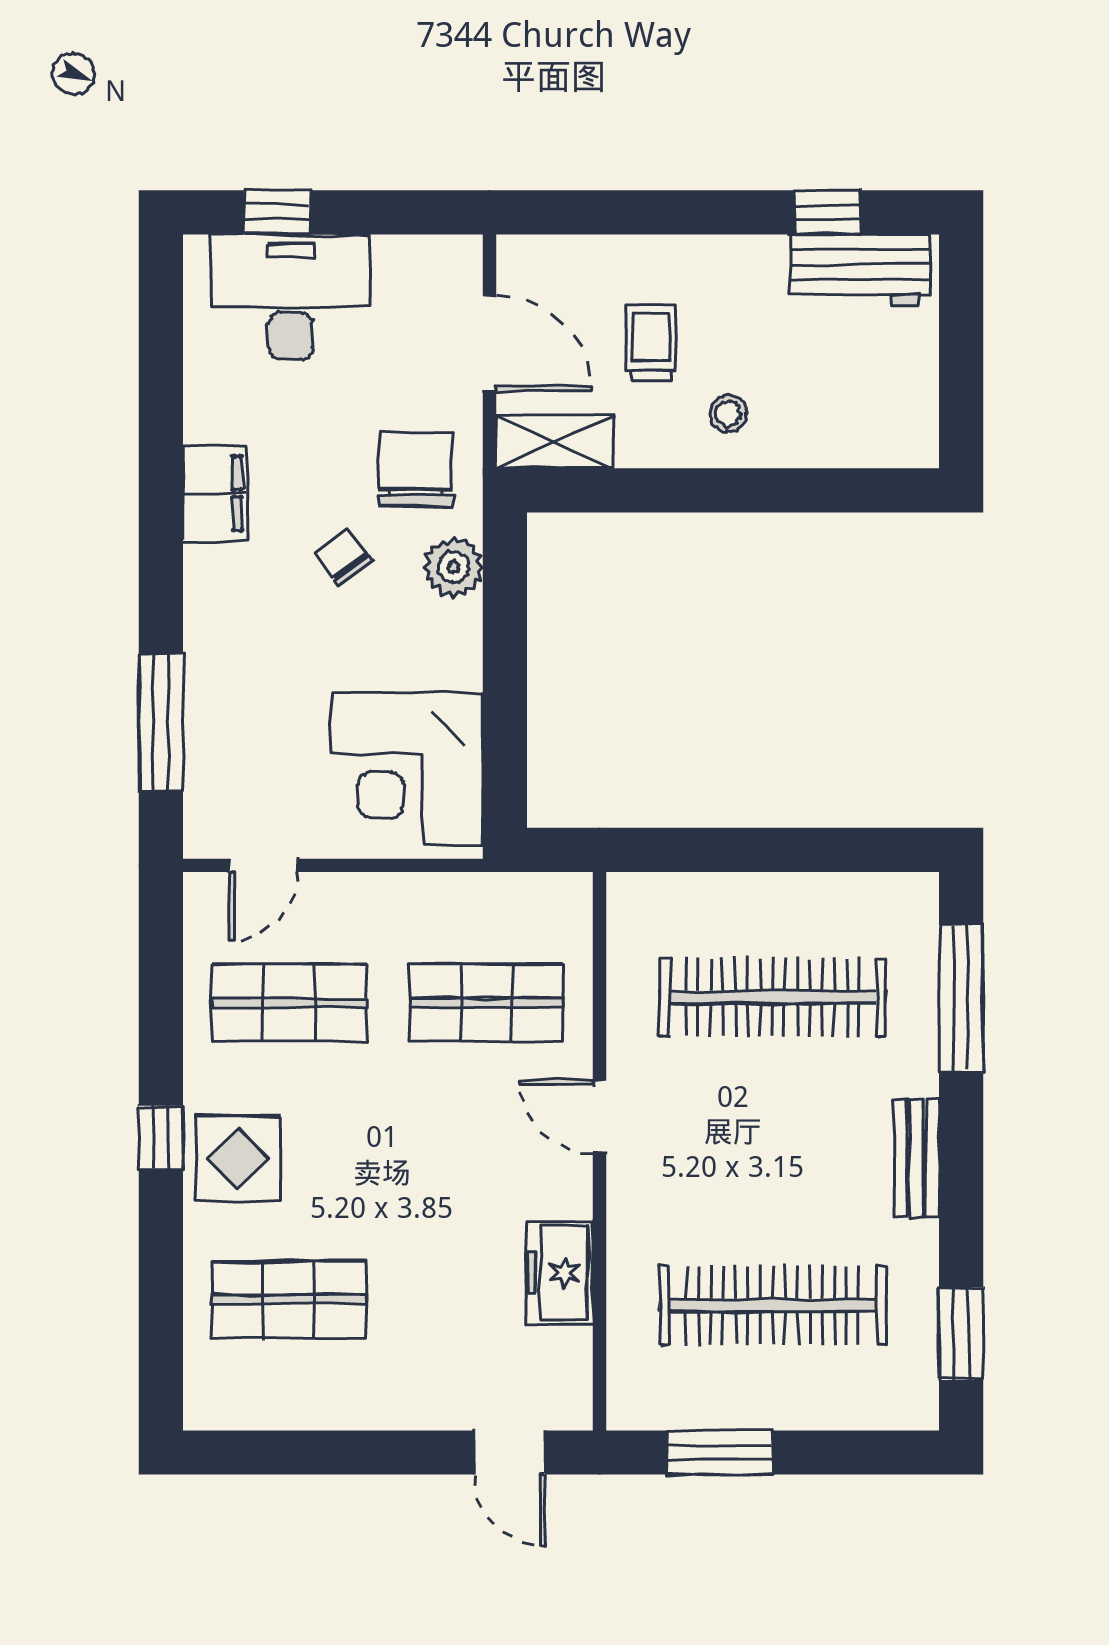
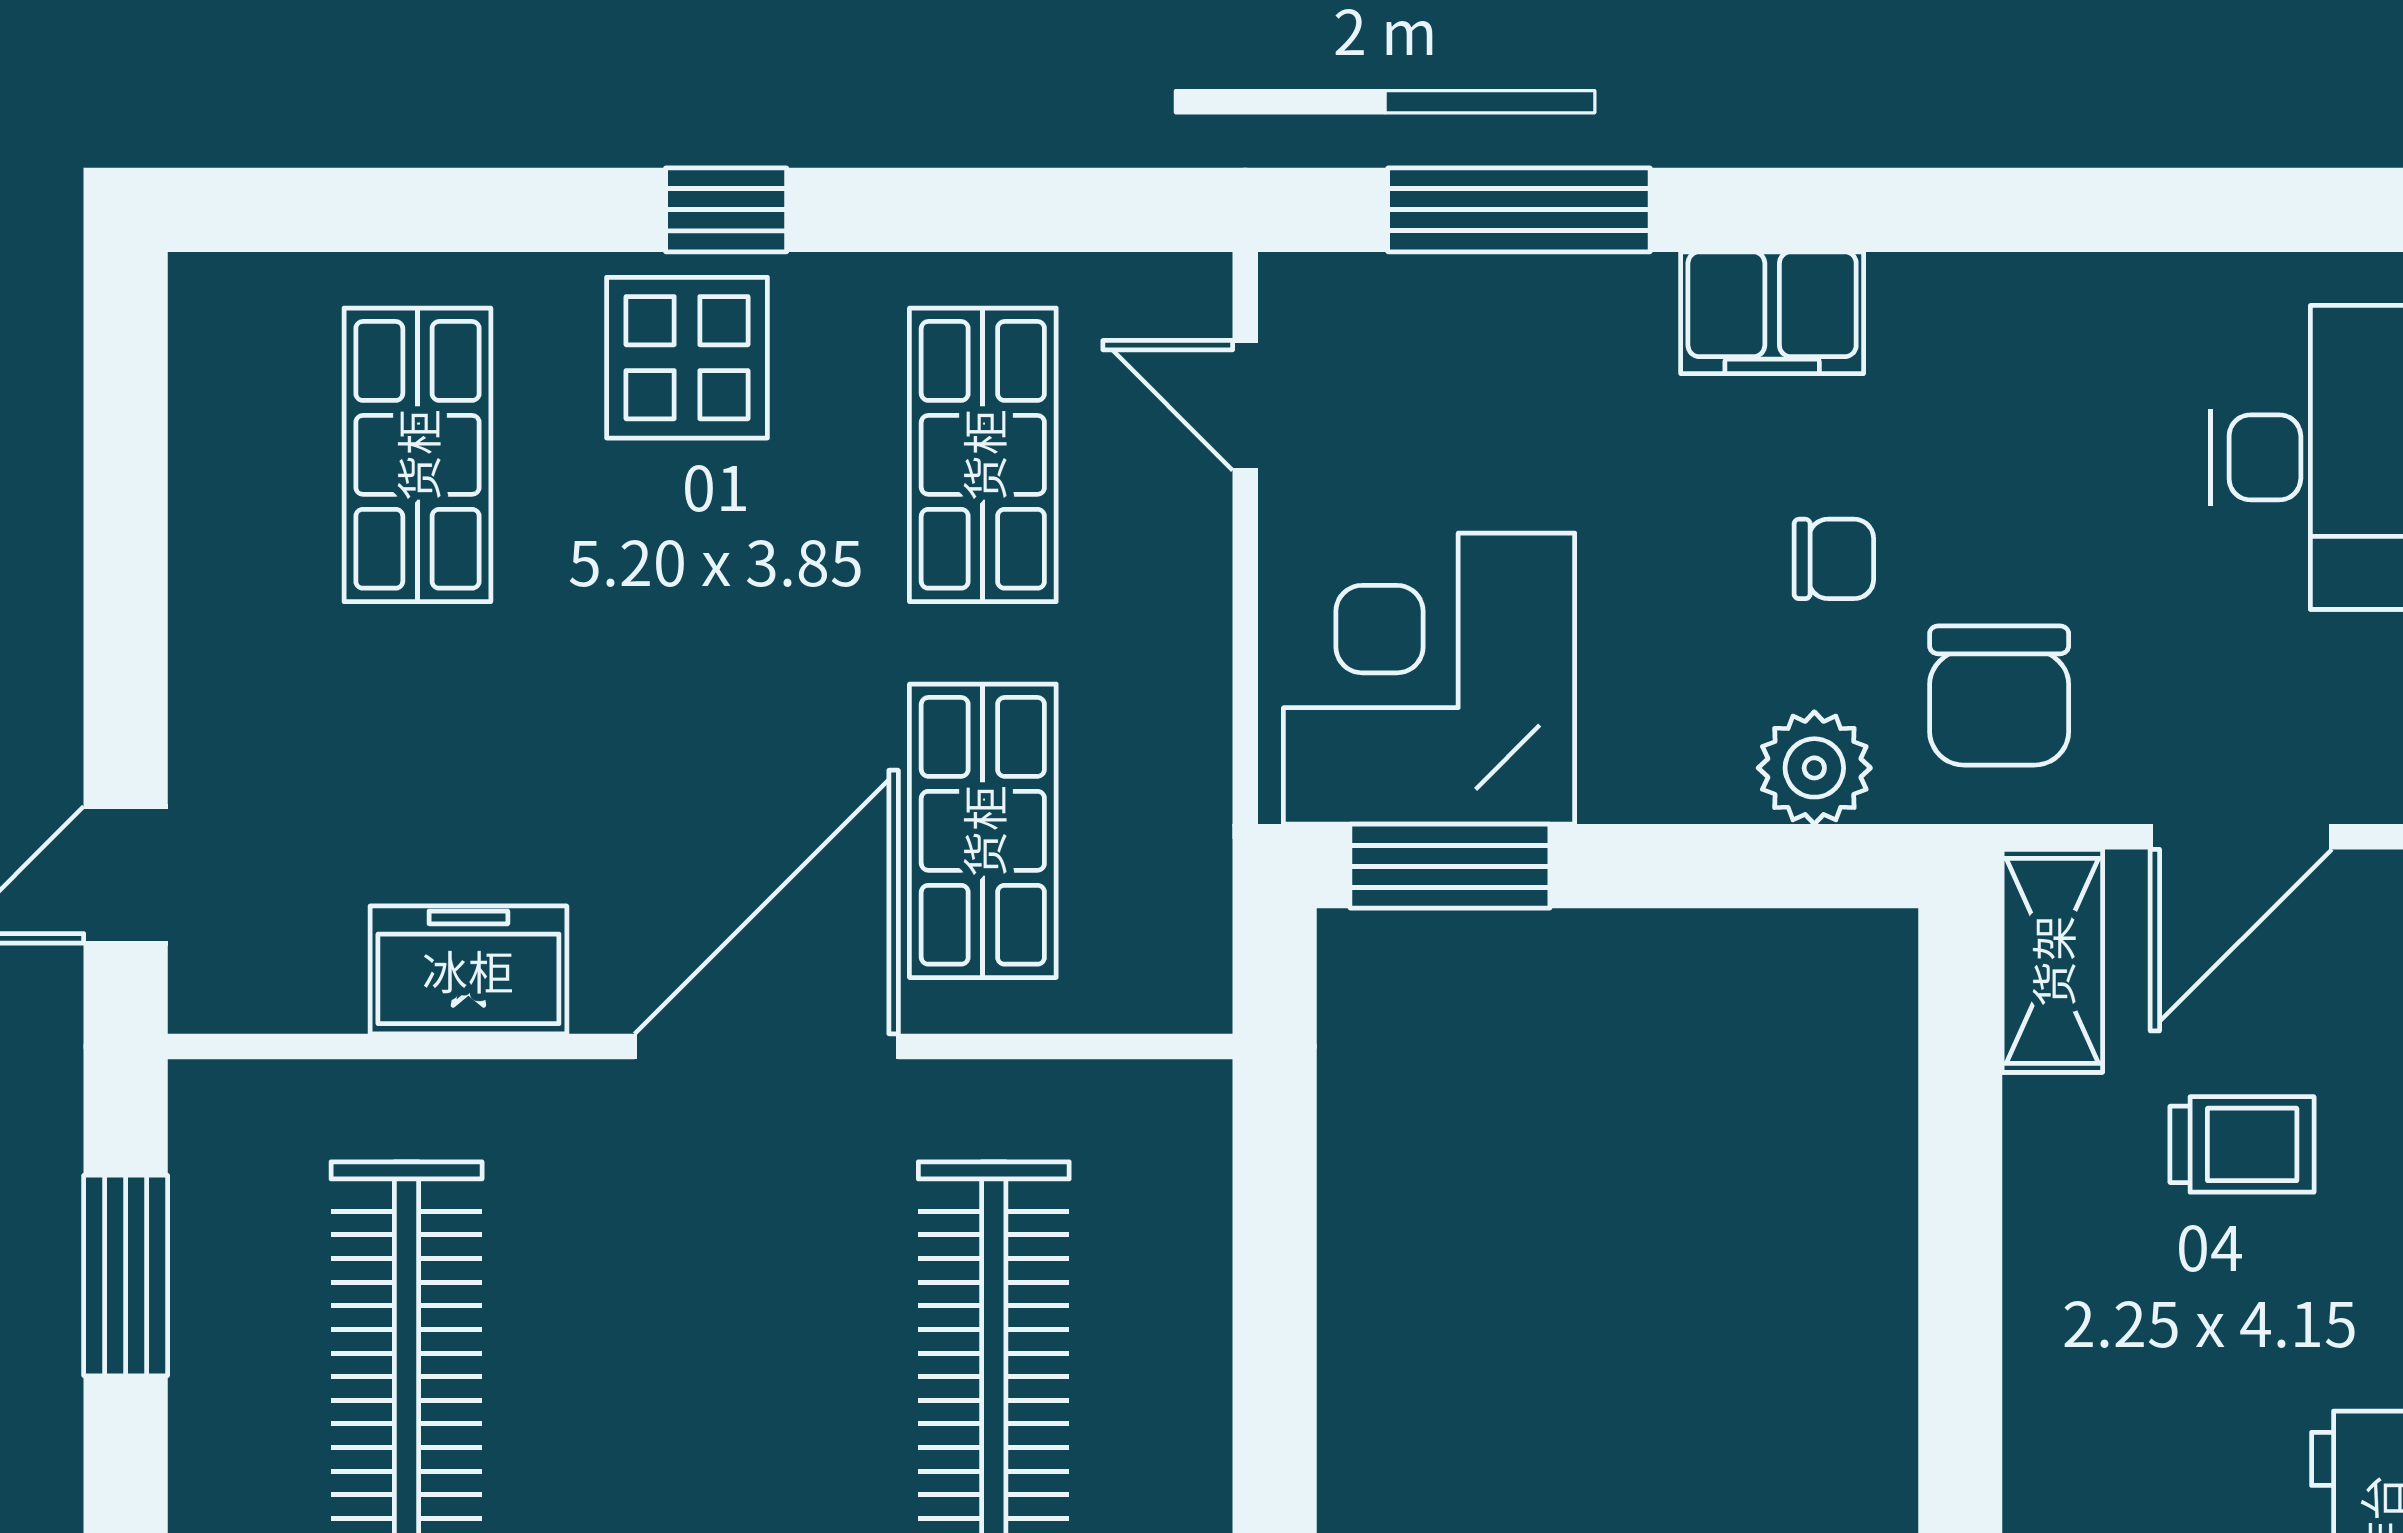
stool: (728, 414) -> (2107, 1292), removed
chair: (415, 470) -> (1999, 696), turned 90
filing cabinet: (215, 493) -> (1772, 313), moved
chair: (344, 557) -> (1834, 559), turned 37
window: (505, 758) -> (1450, 866), added
door: (599, 1116) -> (766, 1046), width x1.87

